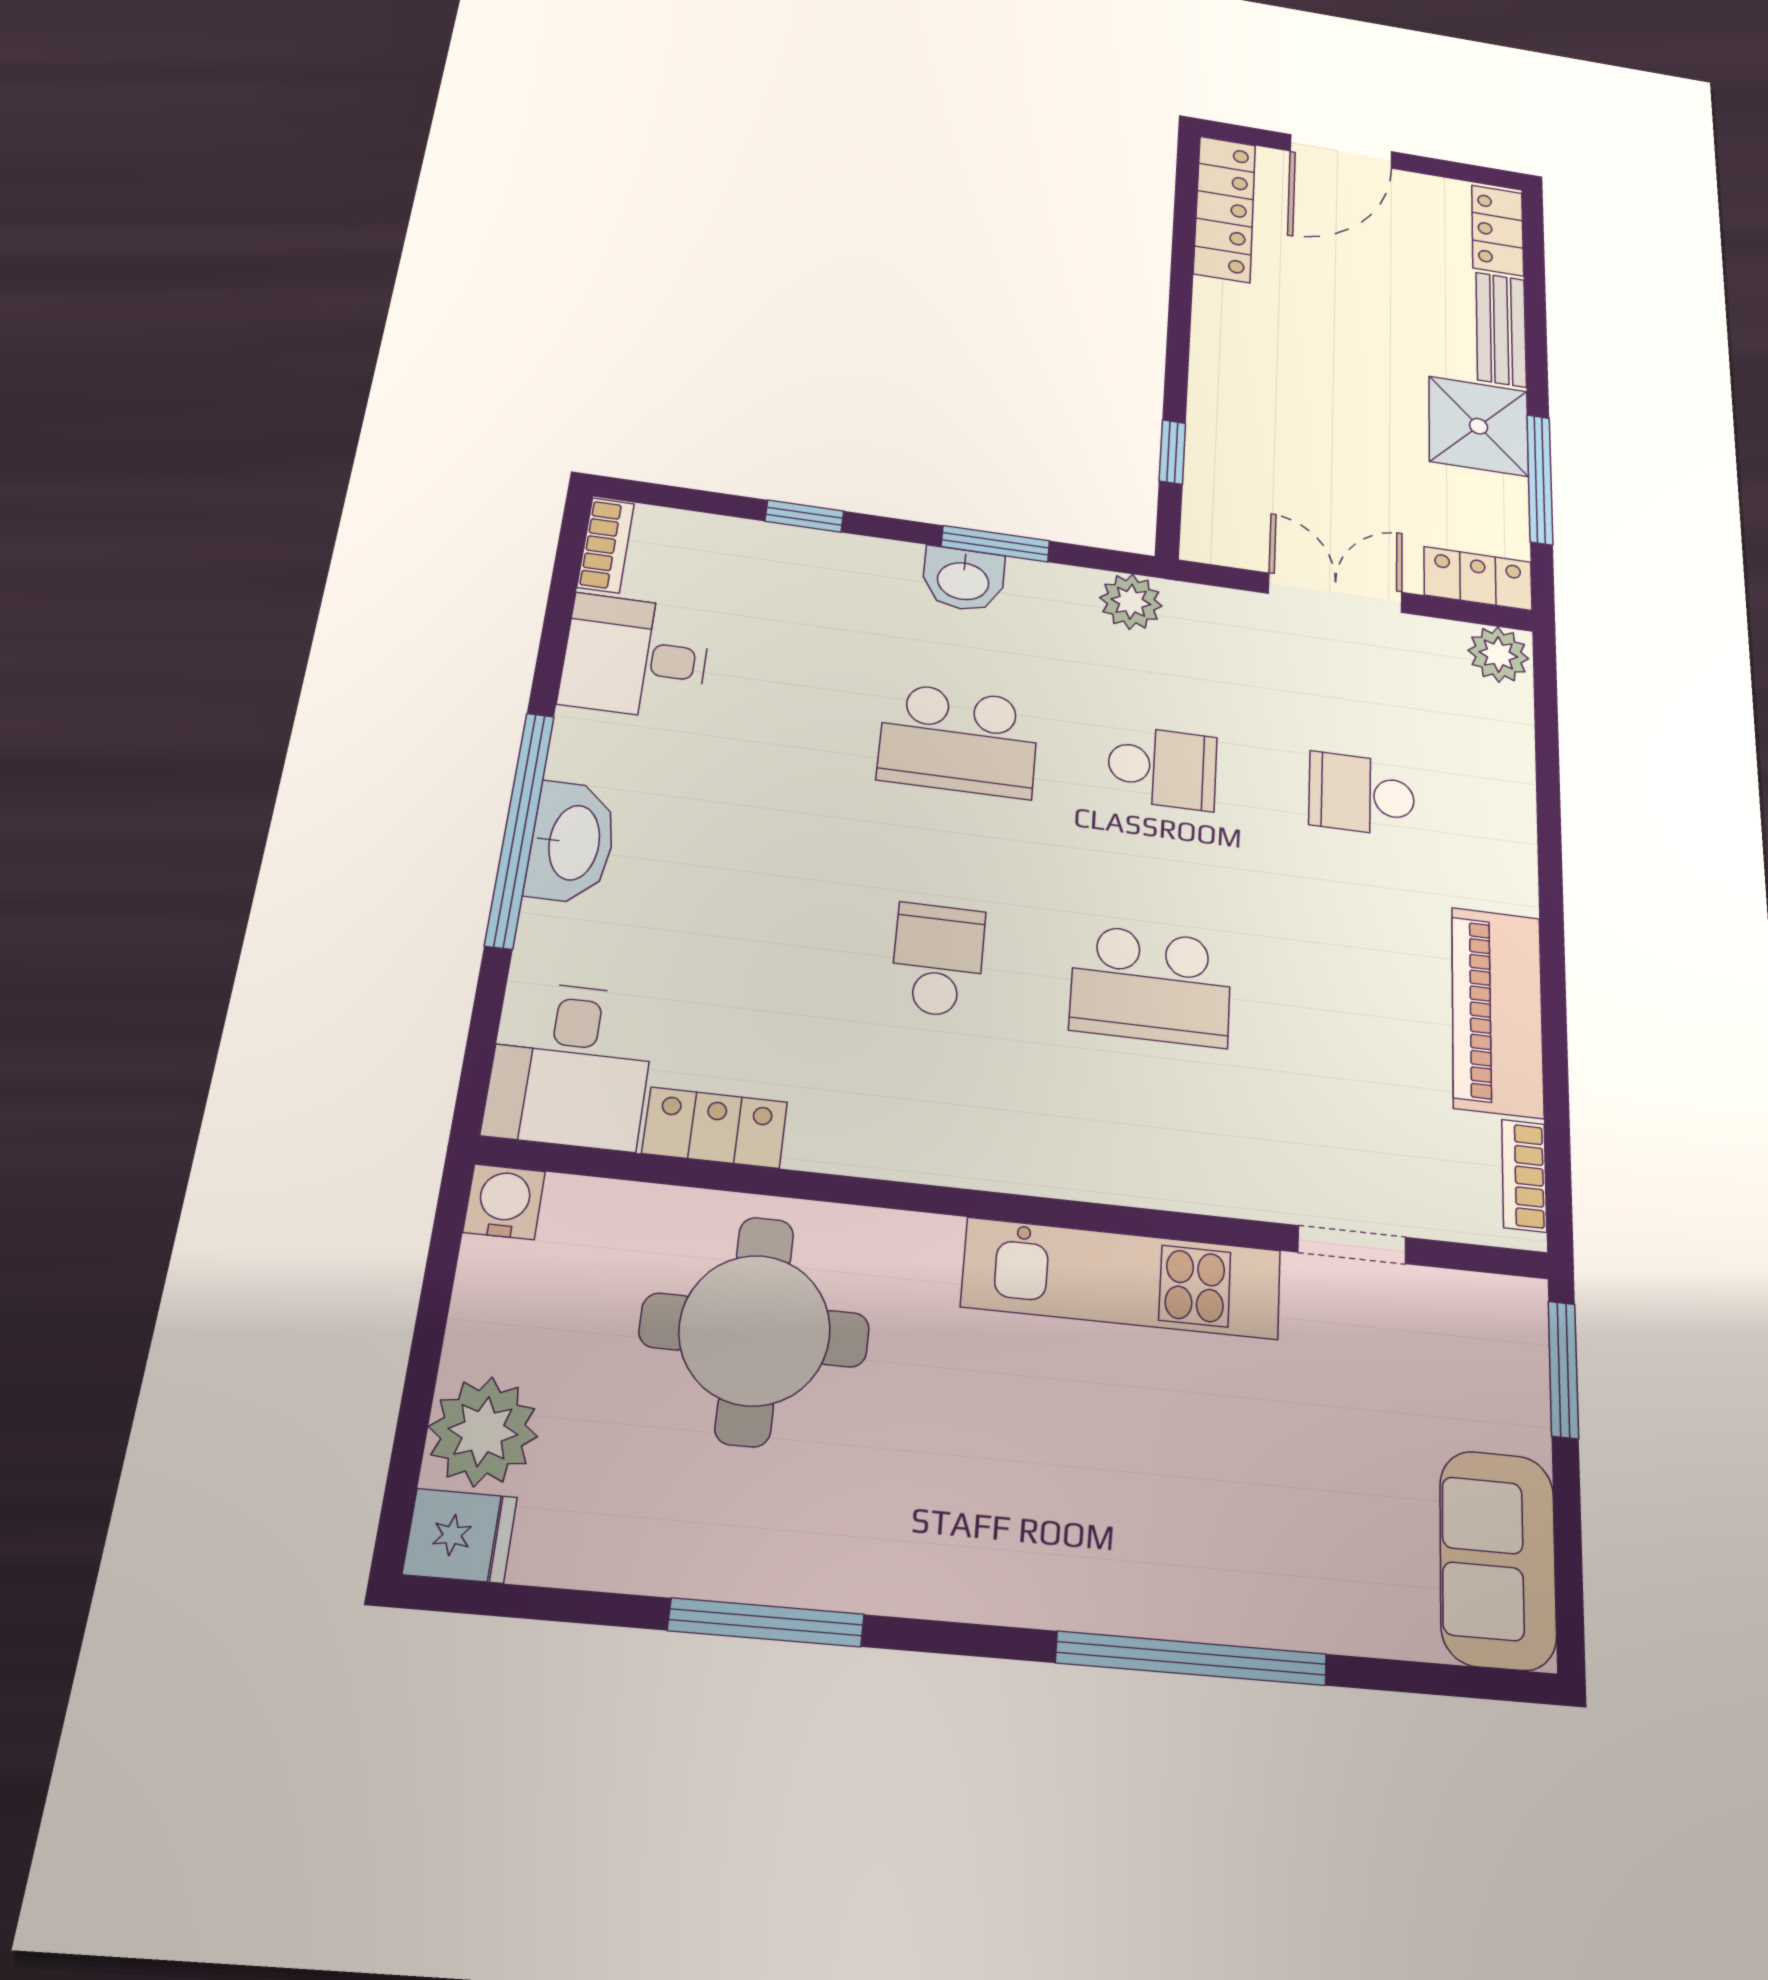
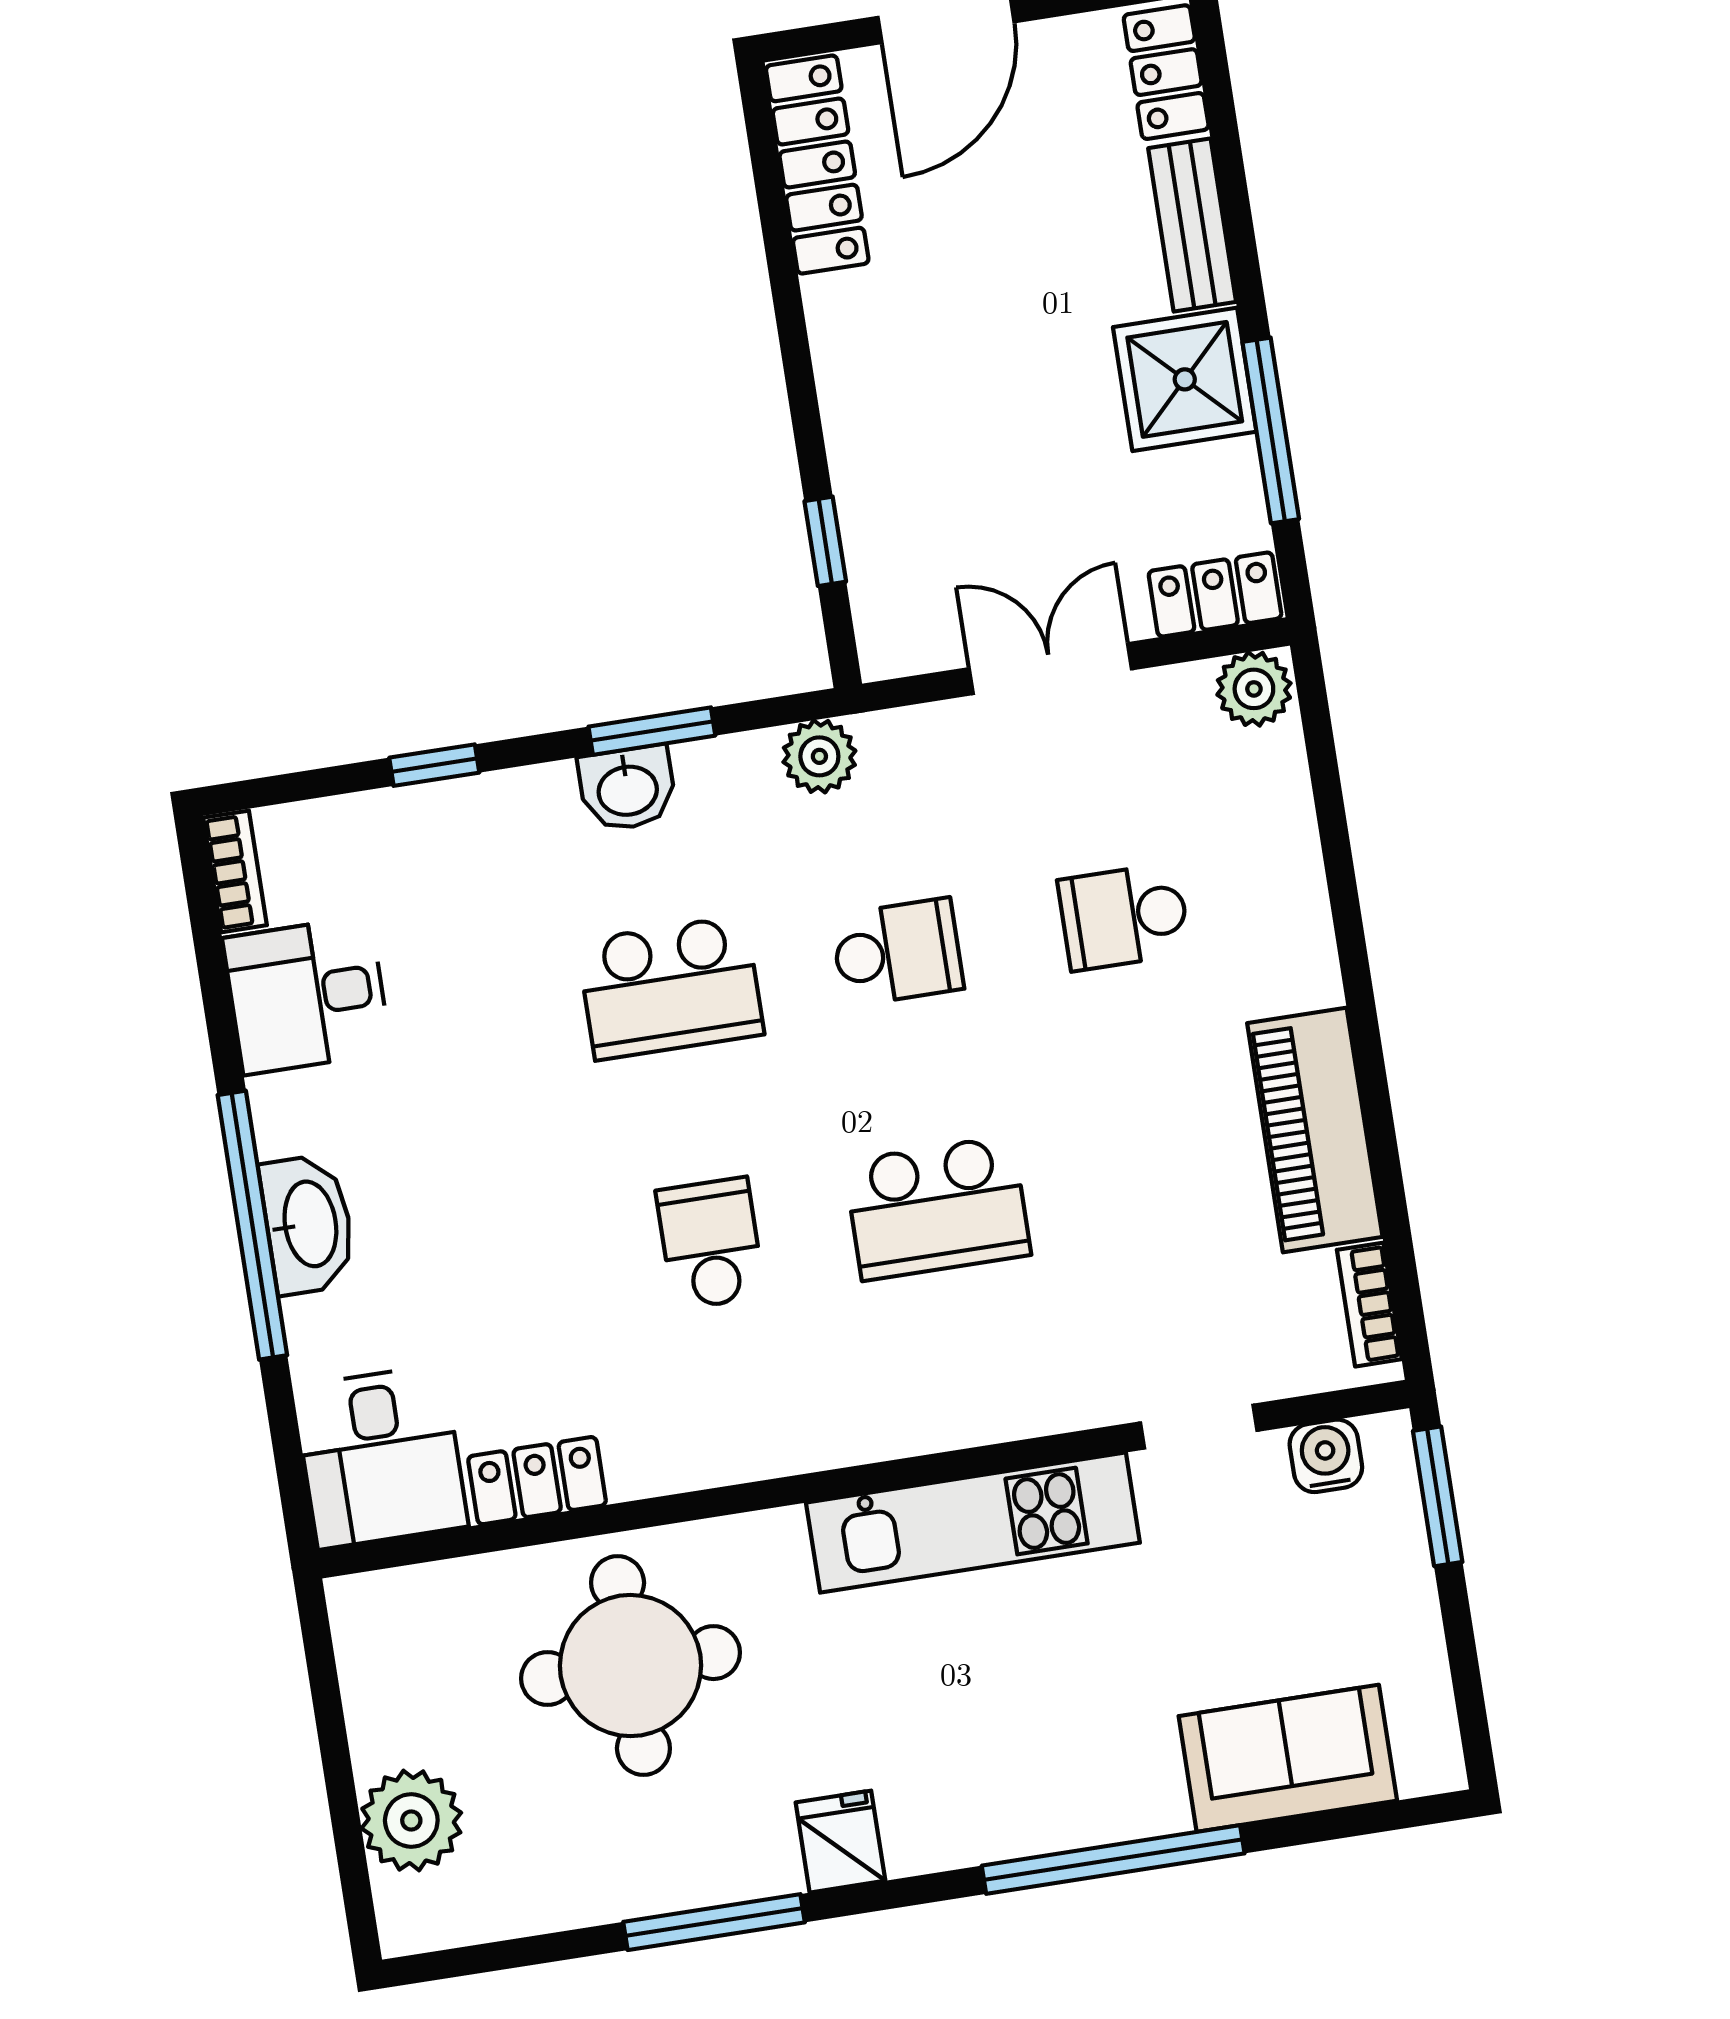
water cooler: (504, 1202) -> (1326, 1456), moved
fridge: (460, 1536) -> (840, 1842), moved, turned -90
sofa: (1498, 1559) -> (1288, 1758), moved, turned 90

